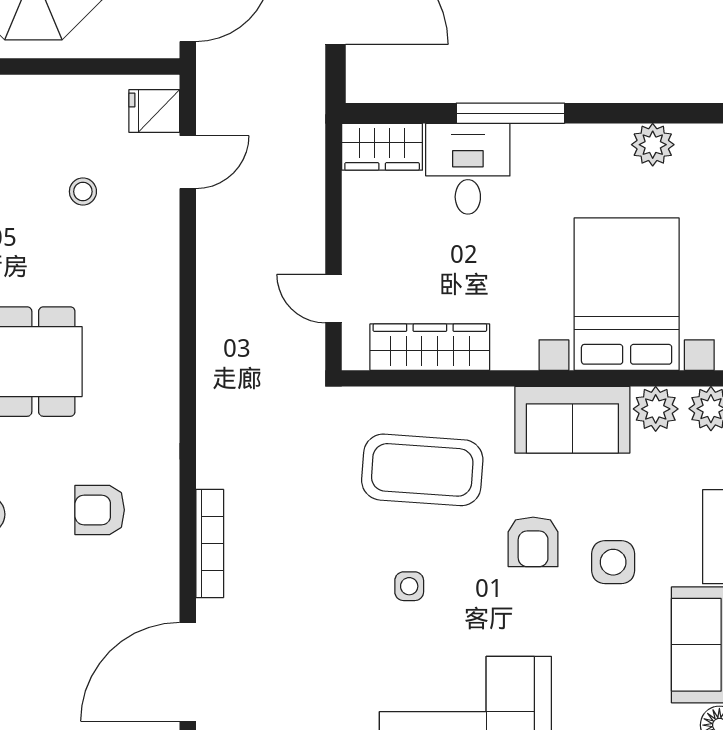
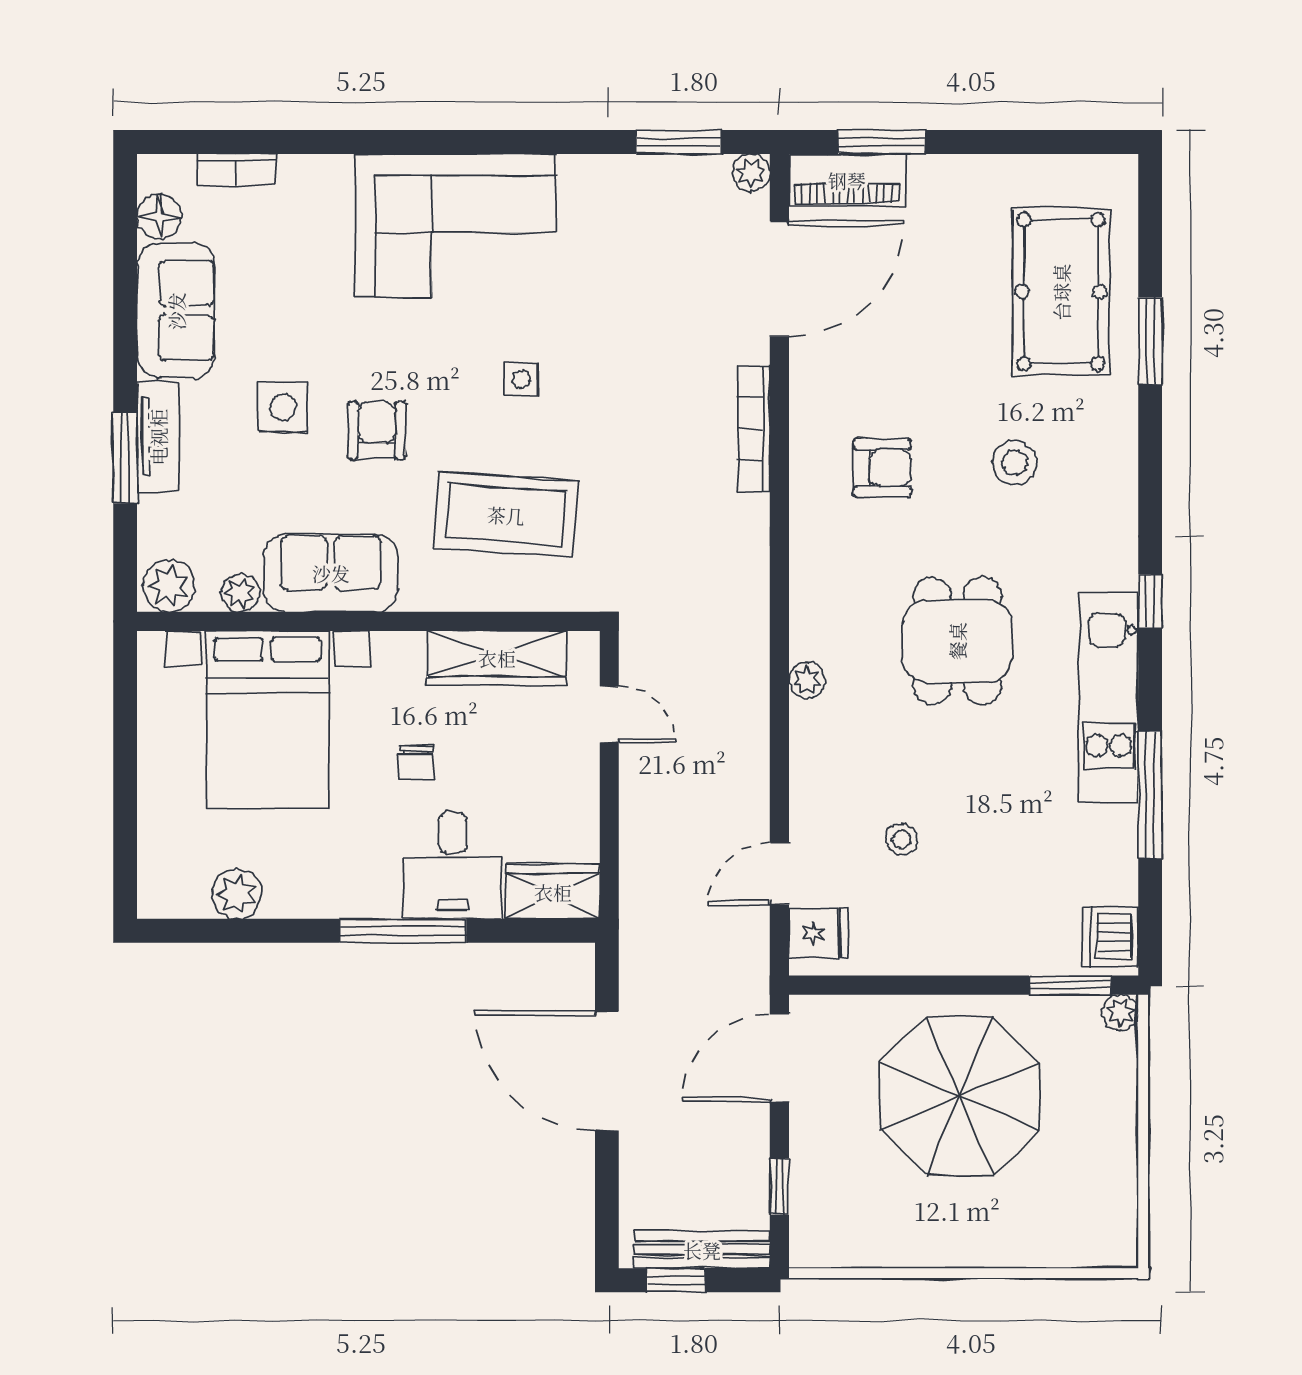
chair: (499, 257) -> (416, 763), added
plant: (164, 328) -> (807, 680), added
plant: (656, 409) -> (241, 593), width x0.73, depth x0.73

